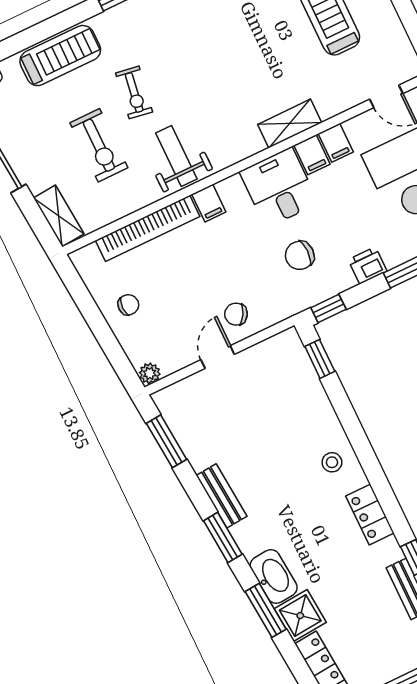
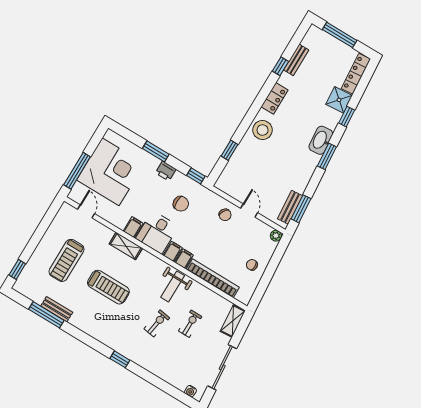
treadmill: (60, 56) -> (108, 287), moved, turned 180
filing cabinet: (336, 143) -> (173, 251), moved
exercise bike: (99, 145) -> (190, 324), width x0.73, depth x0.72
door: (218, 357) -> (249, 211), swing flipped
window: (320, 359) -> (230, 150), moved
stool: (332, 462) -> (263, 130), width x1.89, depth x1.89
bench: (222, 496) -> (290, 207), moved
washbasin: (274, 577) -> (321, 140), moved
window: (266, 610) -> (347, 117), width x0.67

